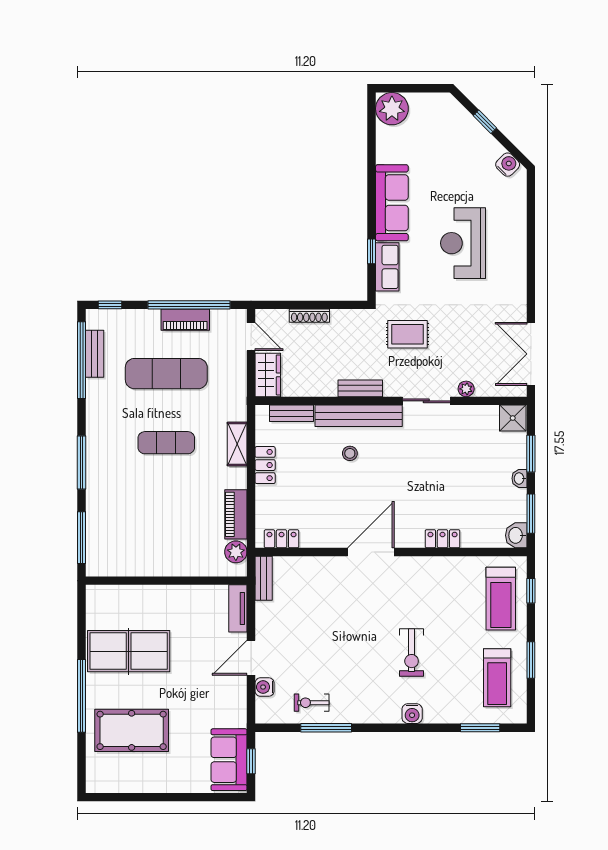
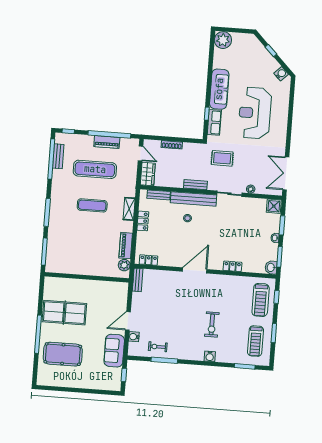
reception desk: (463, 243) -> (255, 113), width x1.36, depth x1.30
tv unit: (238, 608) -> (123, 295), removed
sofa: (229, 760) -> (114, 351), moved

